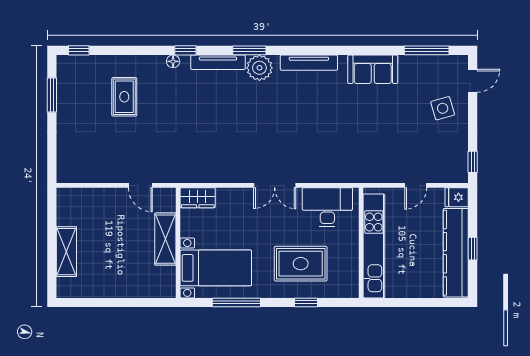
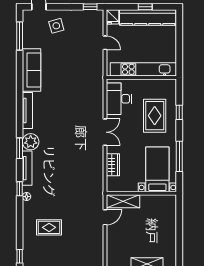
sofa: (373, 69) -> (32, 70), width x1.36
wardrobe: (198, 198) -> (113, 165), moved
shelving: (165, 239) -> (123, 201), moved

